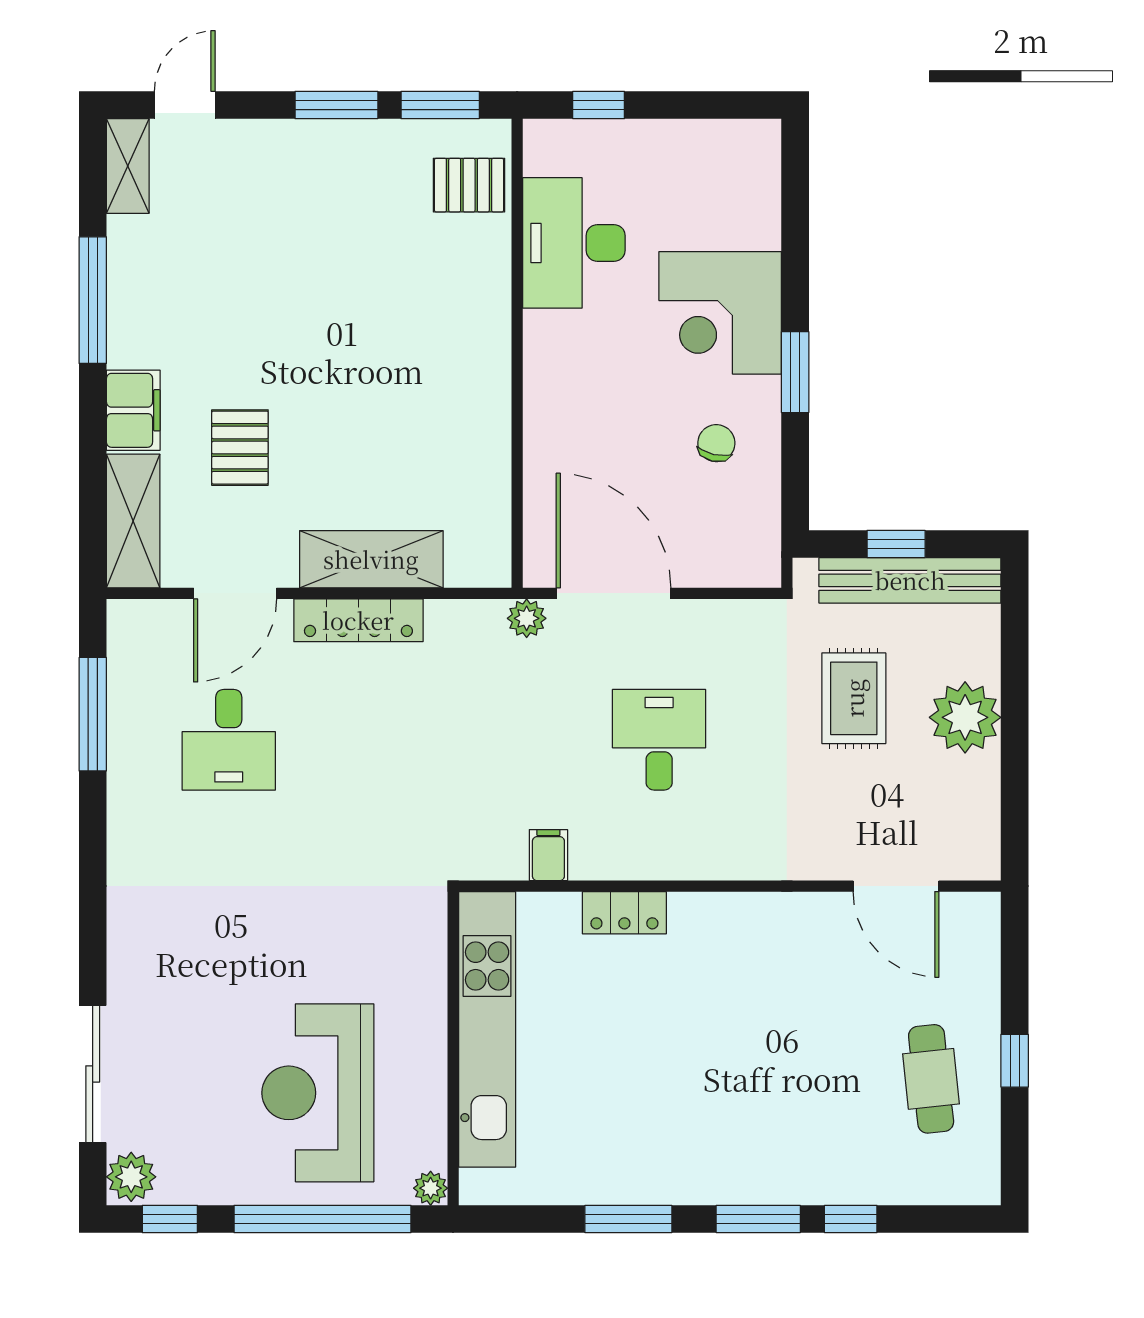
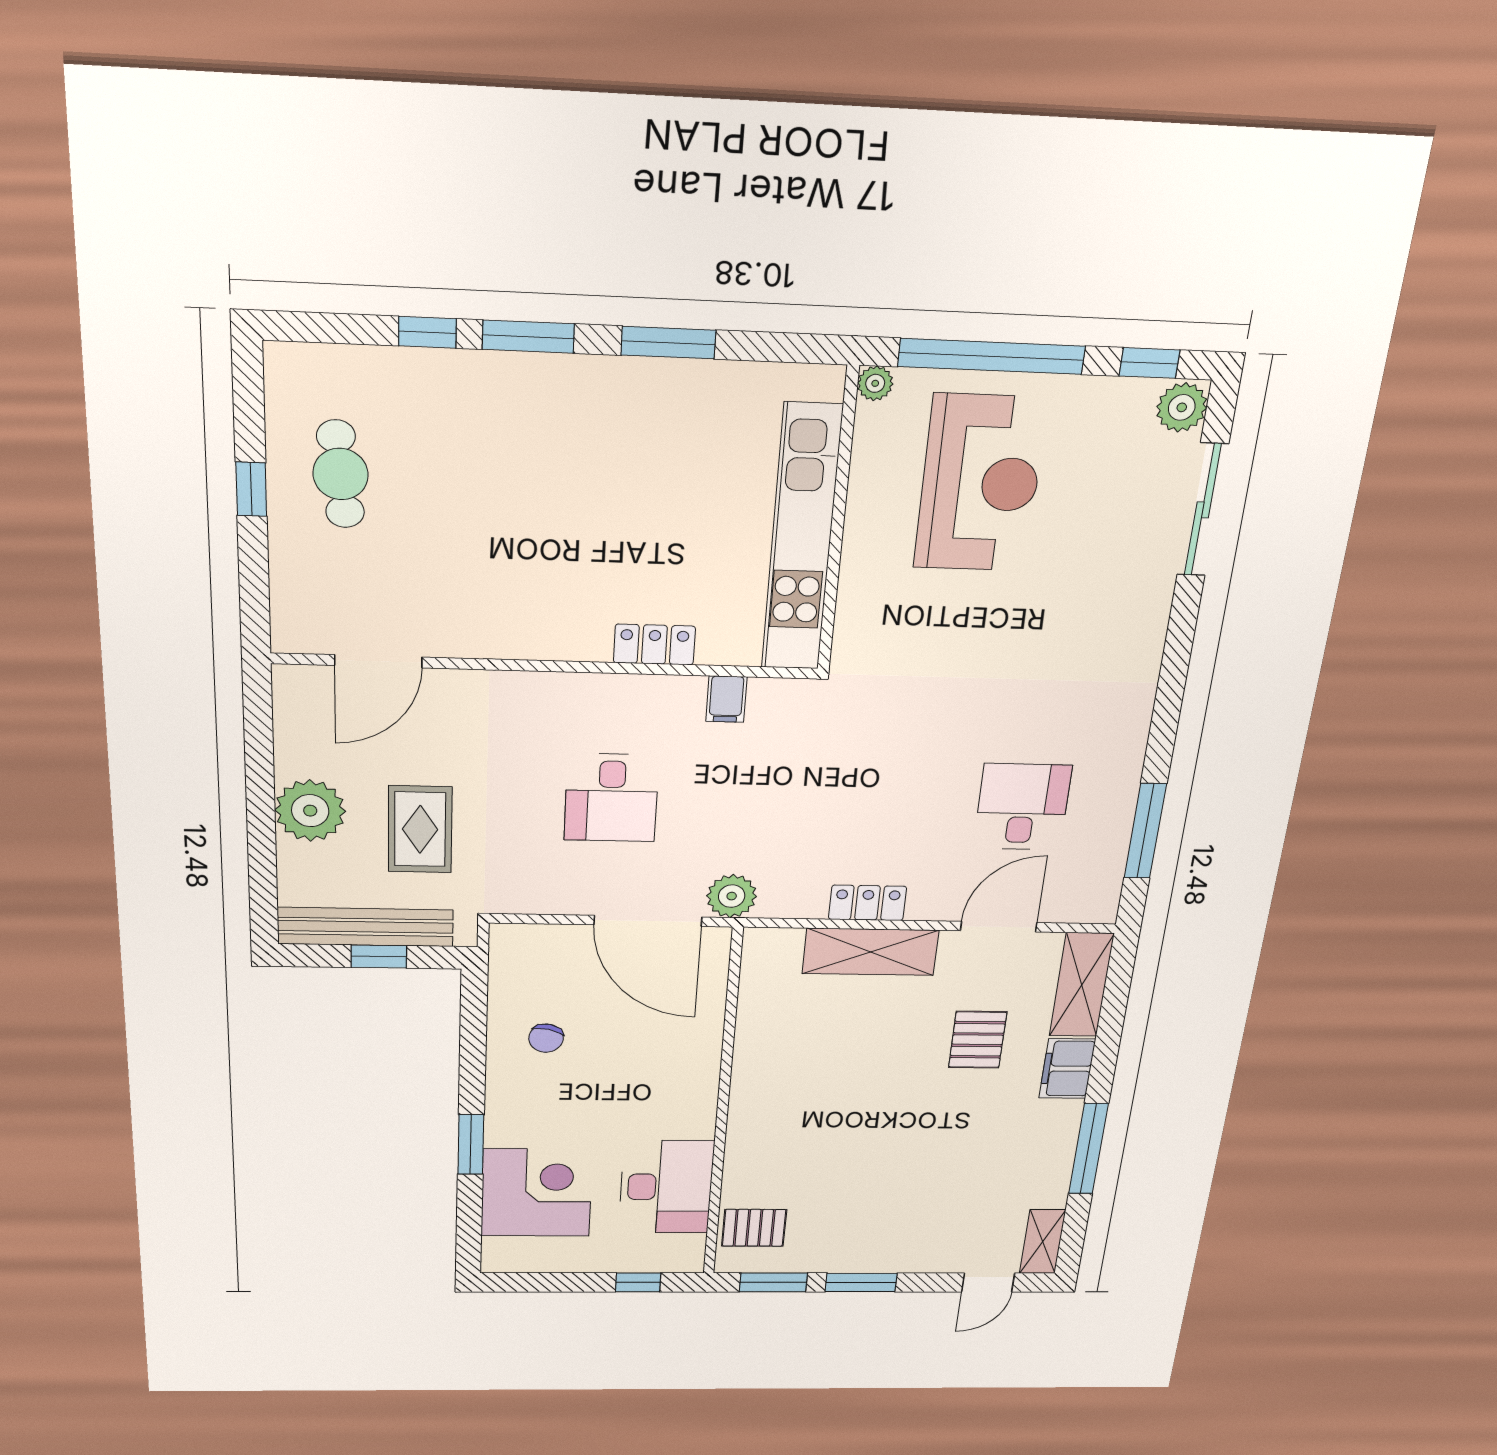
corner desk: (720, 313) -> (537, 1193), moved
window: (795, 372) -> (471, 1145), moved
plant: (527, 618) -> (732, 896), width x1.38, depth x1.38
locker: (358, 620) -> (867, 903), width x0.66
door: (896, 886) -> (378, 661), swing flipped

